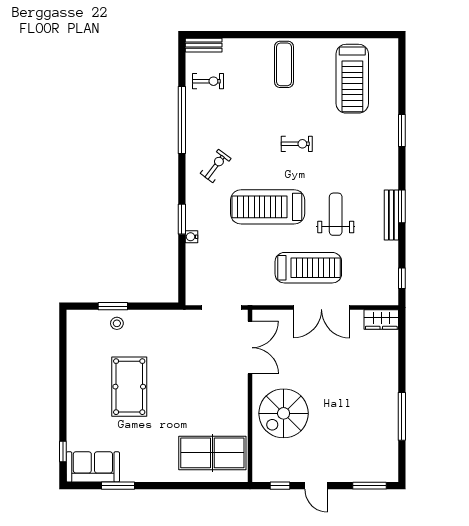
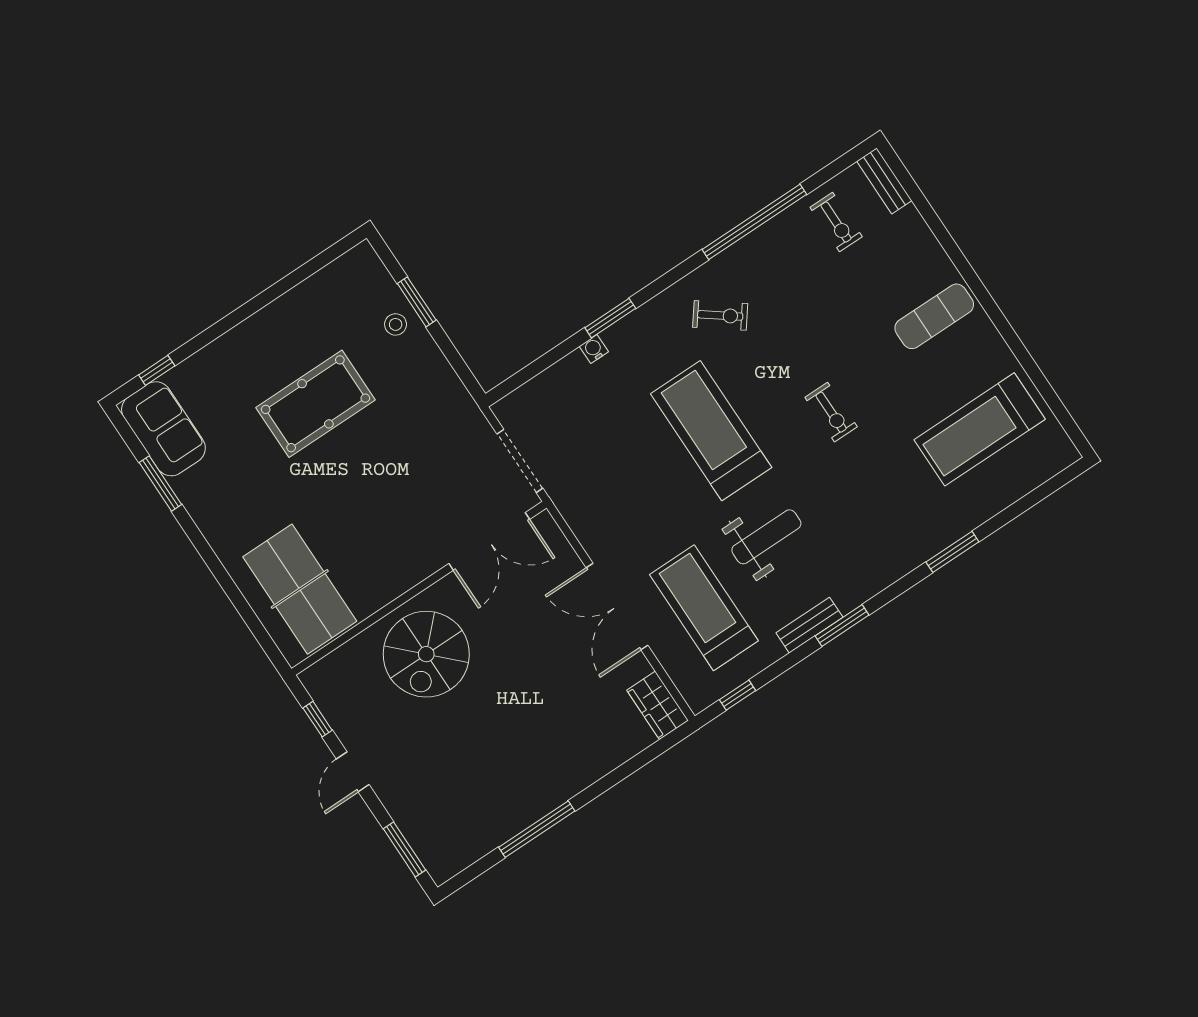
bench: (391, 215) -> (809, 625), width x0.73
treadmill: (308, 268) -> (704, 608), moved, turned 180
spiral stairs: (284, 413) -> (426, 654), turned -90

